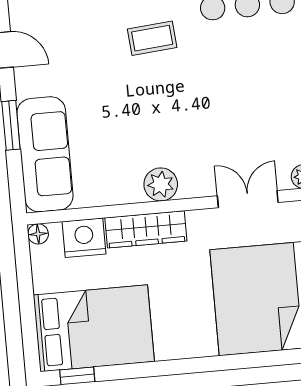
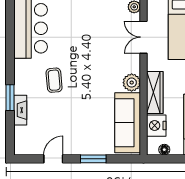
sofa: (45, 154) -> (128, 123), moved, turned -90
floor lamp: (38, 234) -> (164, 150), moved

